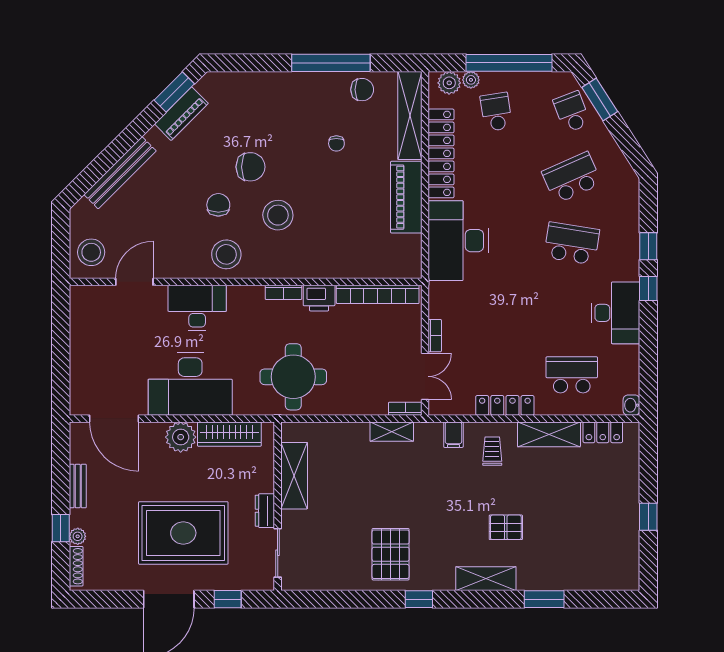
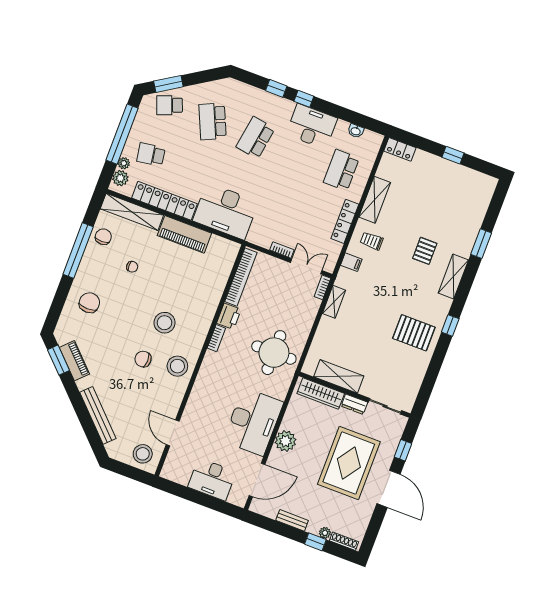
chair: (250, 167) -> (89, 303), moved
desk: (197, 308) -> (212, 479), moved, turned -90
washbasin: (631, 405) -> (356, 131), moved
locker: (603, 432) -> (400, 149), moved, turned 90
wardrobe: (229, 434) -> (321, 394), moved, turned 90

